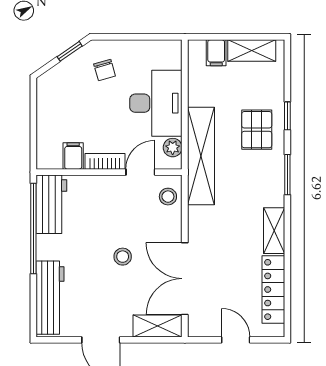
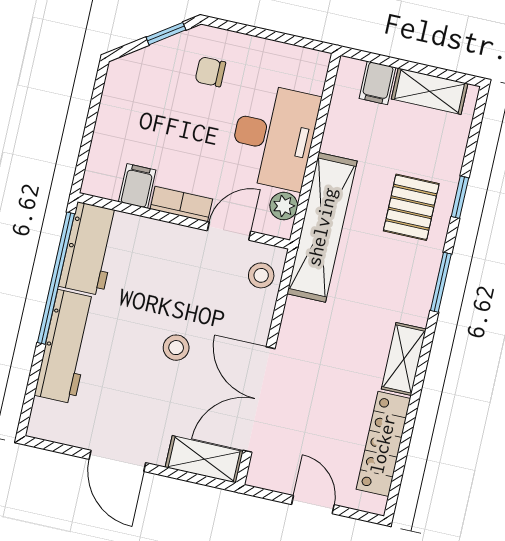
chair: (105, 70) -> (210, 72), turned 106
workbench: (50, 298) -> (66, 347), moved

